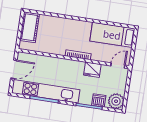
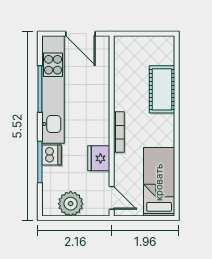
cot: (30, 27) -> (162, 89), moved, turned 90
dishwasher: (99, 100) -> (51, 155), moved
plant: (116, 101) -> (71, 204), moved

